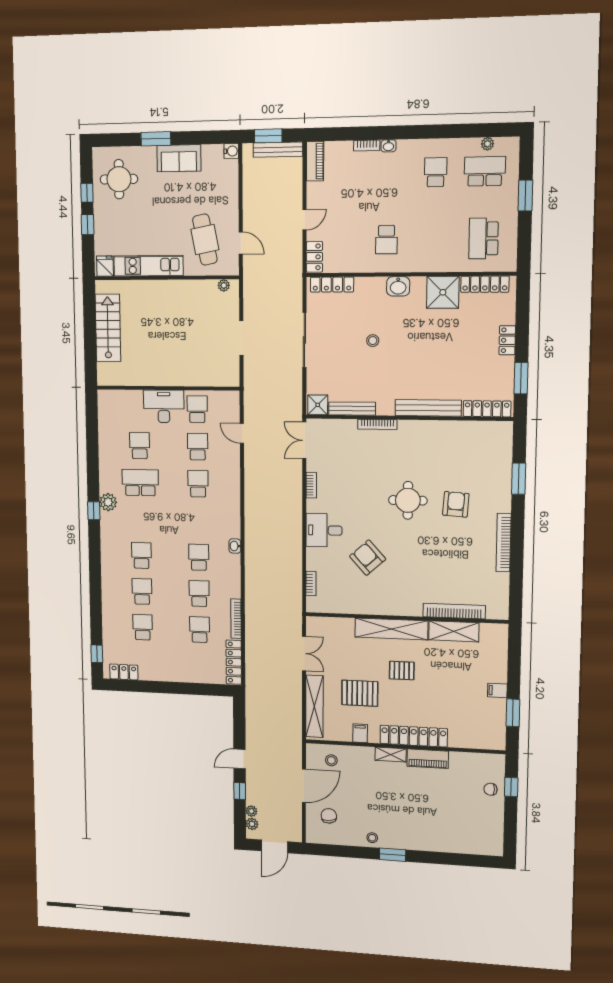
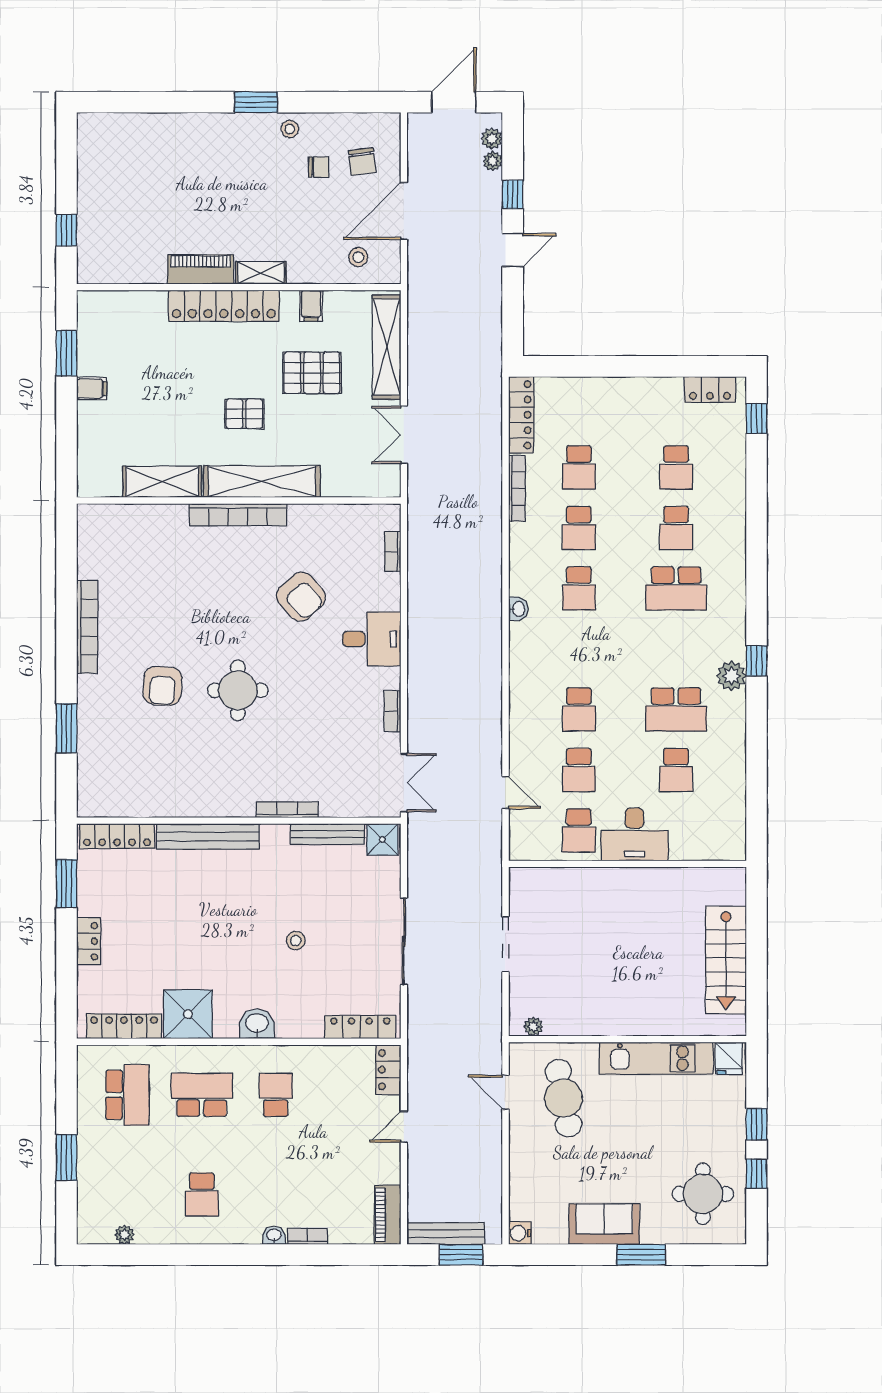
school desk: (485, 171) -> (202, 1095), moved, turned 180
school desk: (141, 555) -> (676, 588), width x1.85
bookcase: (454, 611) -> (238, 515), moved
chair: (490, 789) -> (319, 167), moved

